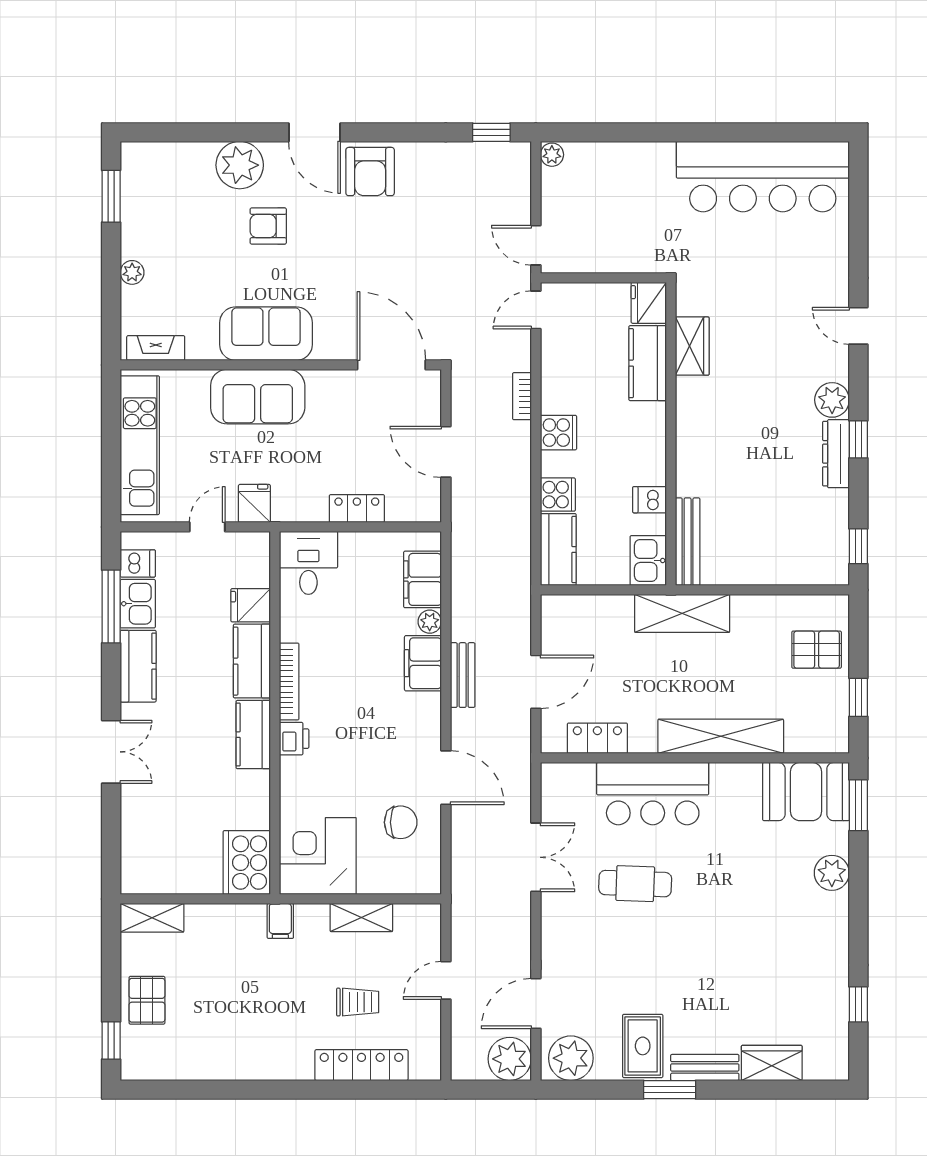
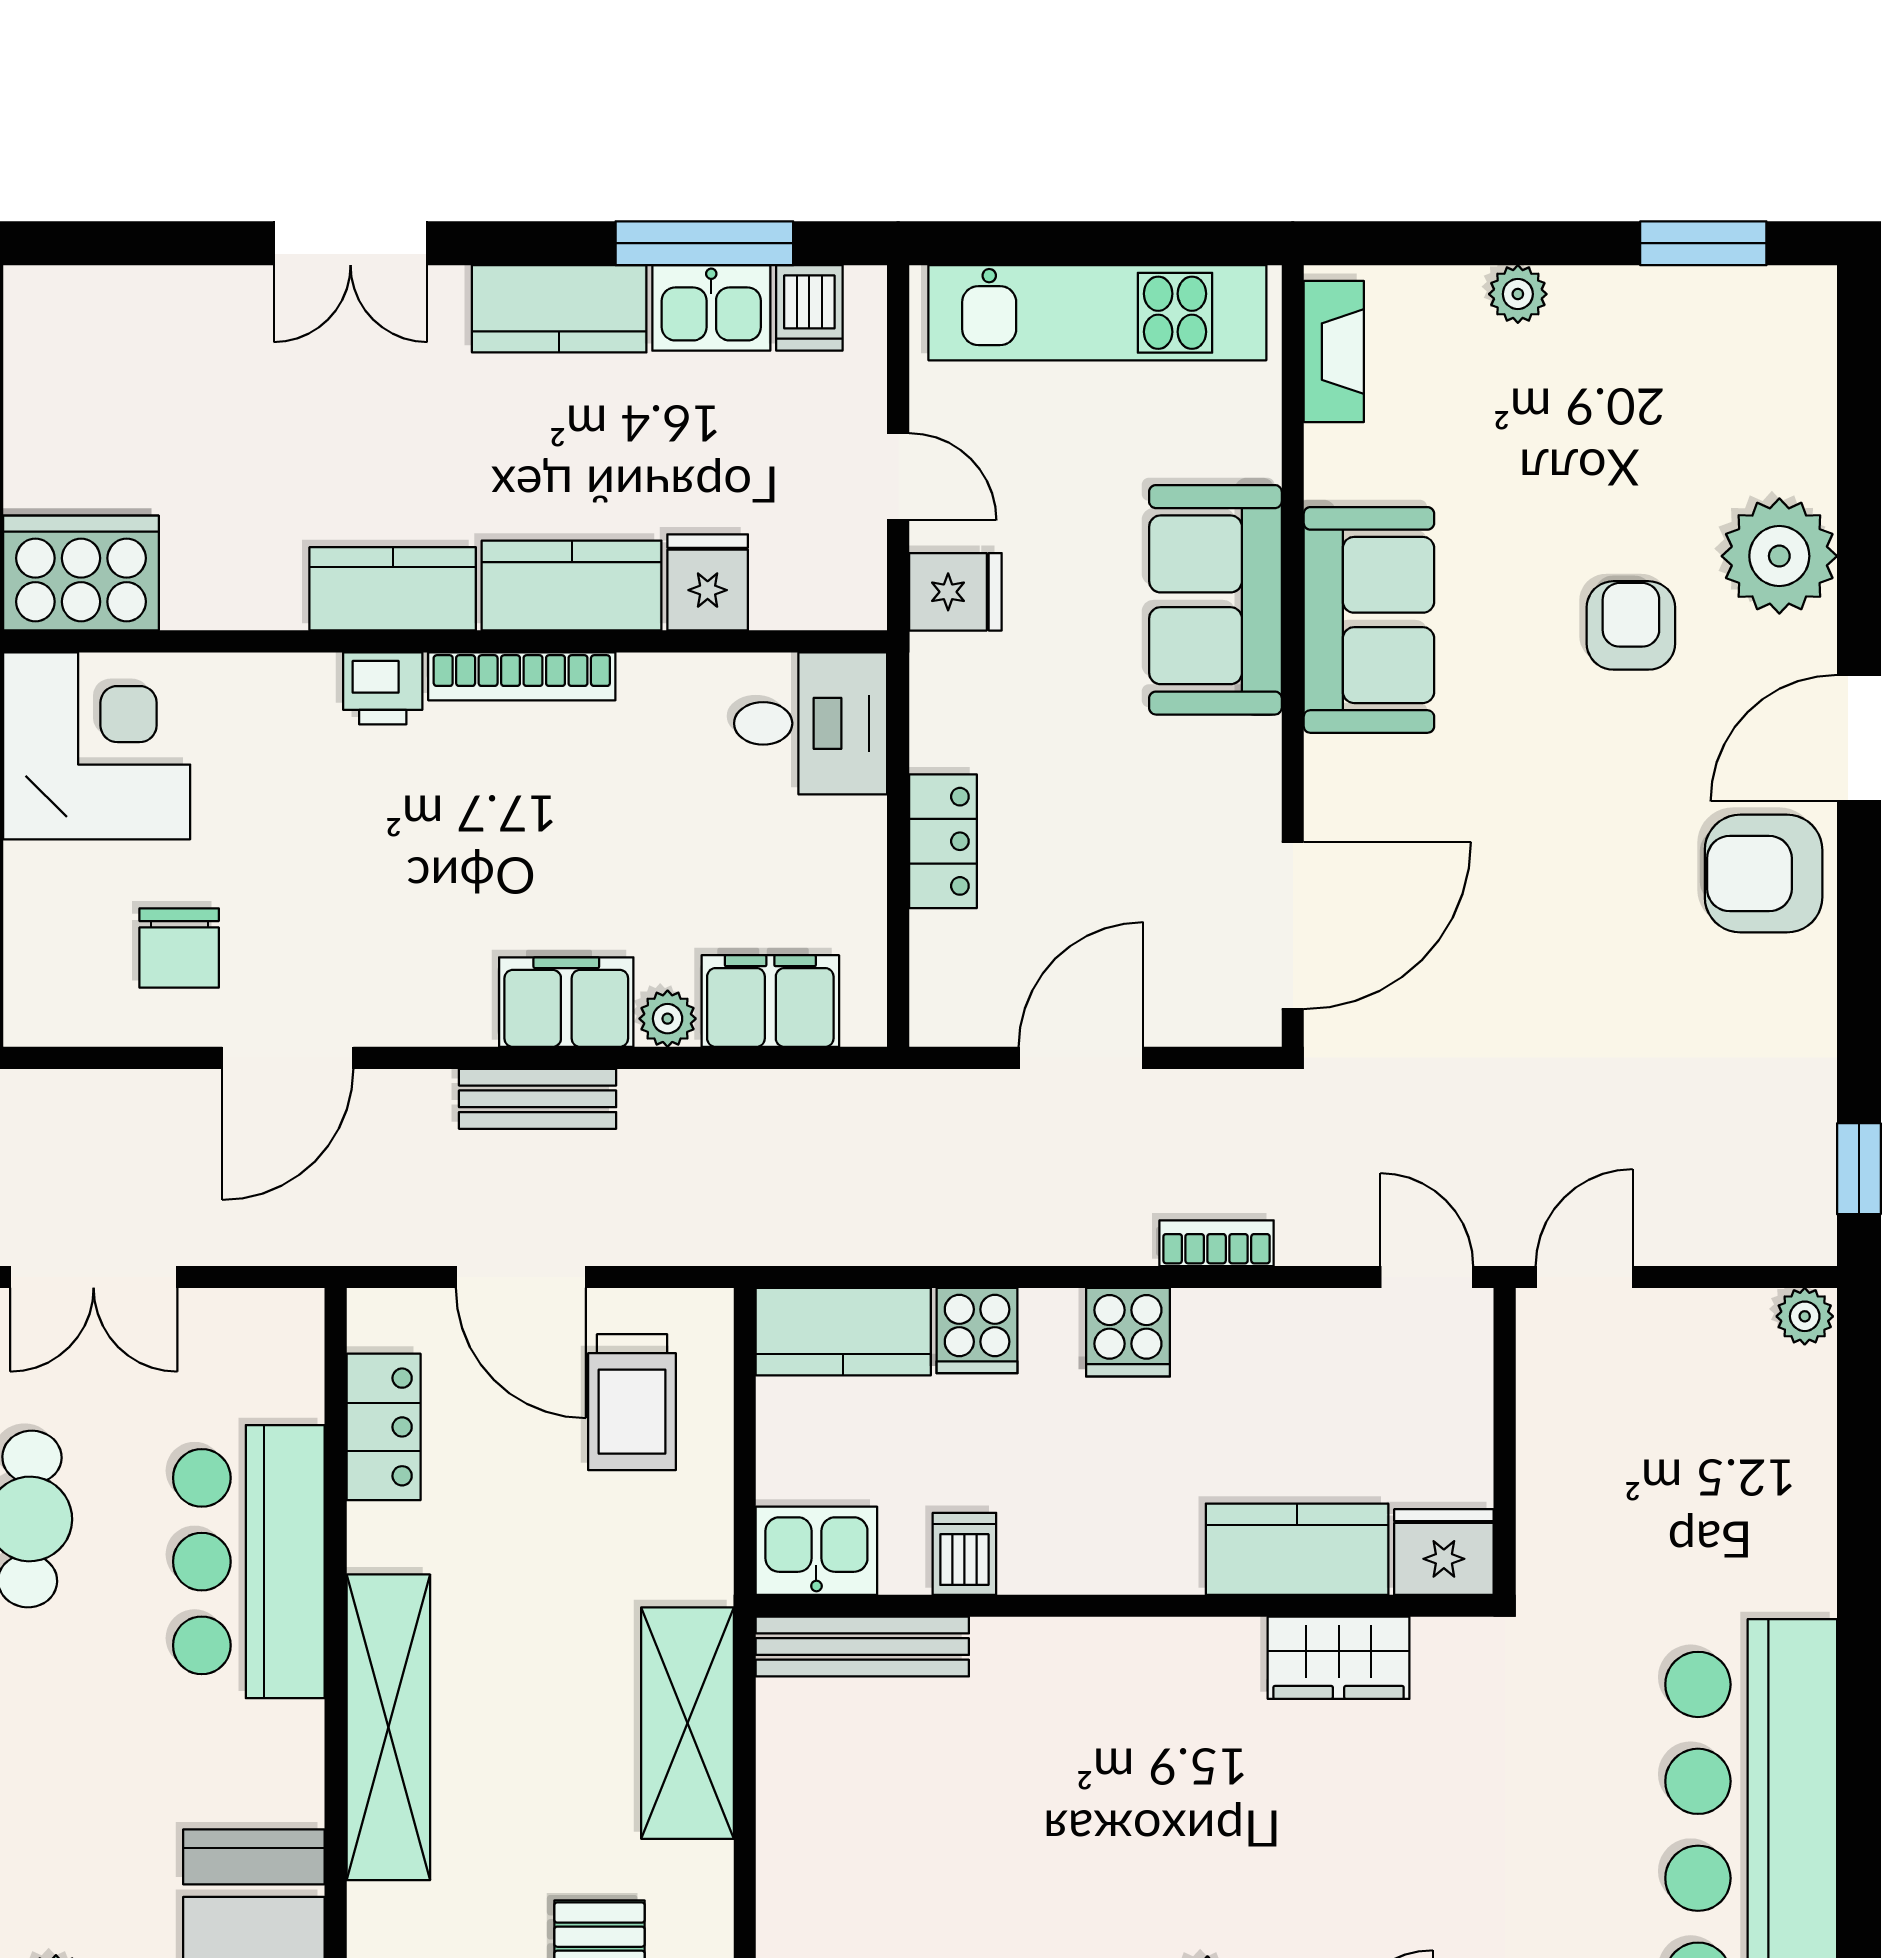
shelving: (682, 613) -> (687, 1723), moved
trolley: (587, 636) -> (632, 1402), added

